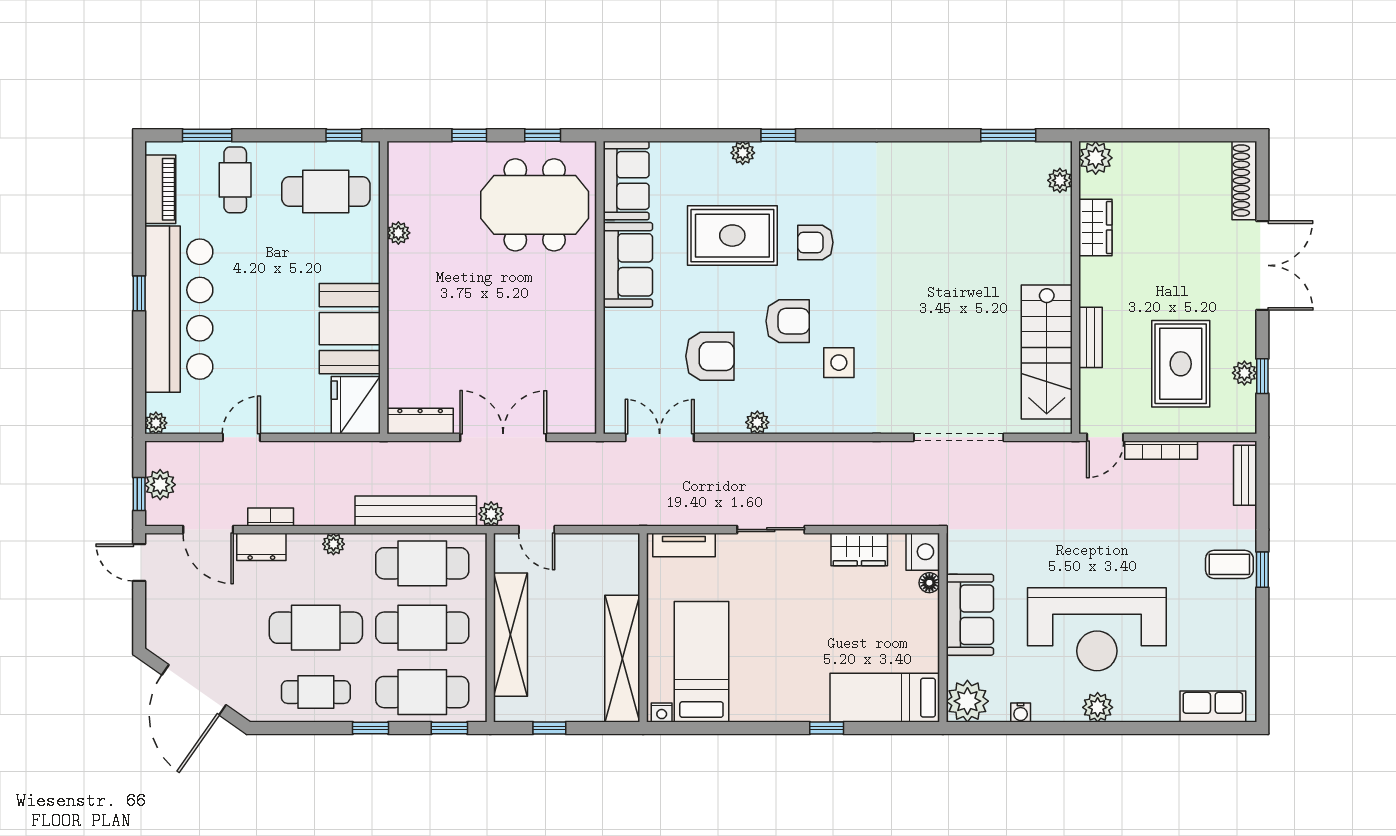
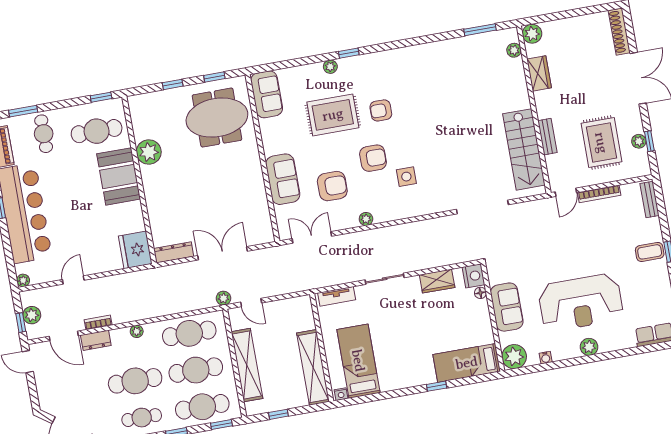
plant: (398, 233) -> (149, 152), width x1.88, depth x1.88
sofa: (628, 265) -> (283, 179), moved
booth: (350, 329) -> (119, 176), moved
bench: (416, 511) -> (180, 304), removed

